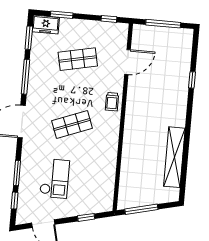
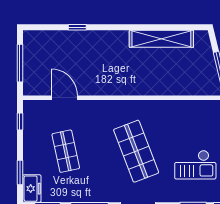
trolley: (112, 102) -> (108, 111), removed
shop shelf: (72, 124) -> (136, 151), width x1.43, depth x1.36
checkout: (55, 178) -> (195, 165), turned 180

